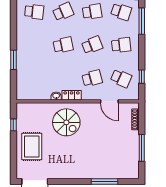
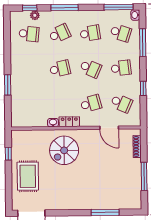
school desk: (92, 45) -> (90, 68), turned 45
window: (142, 77) -> (143, 88), moved
spiral stairs: (66, 122) -> (64, 150), turned 90

